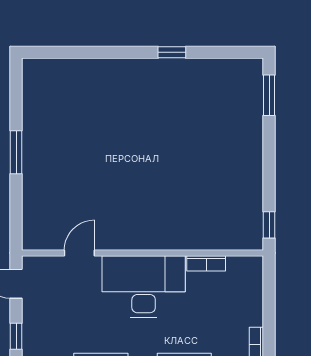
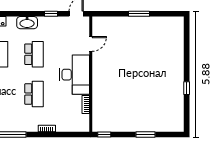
window: (269, 95) -> (146, 135), moved
door: (79, 253) -> (91, 44), hinge flipped

